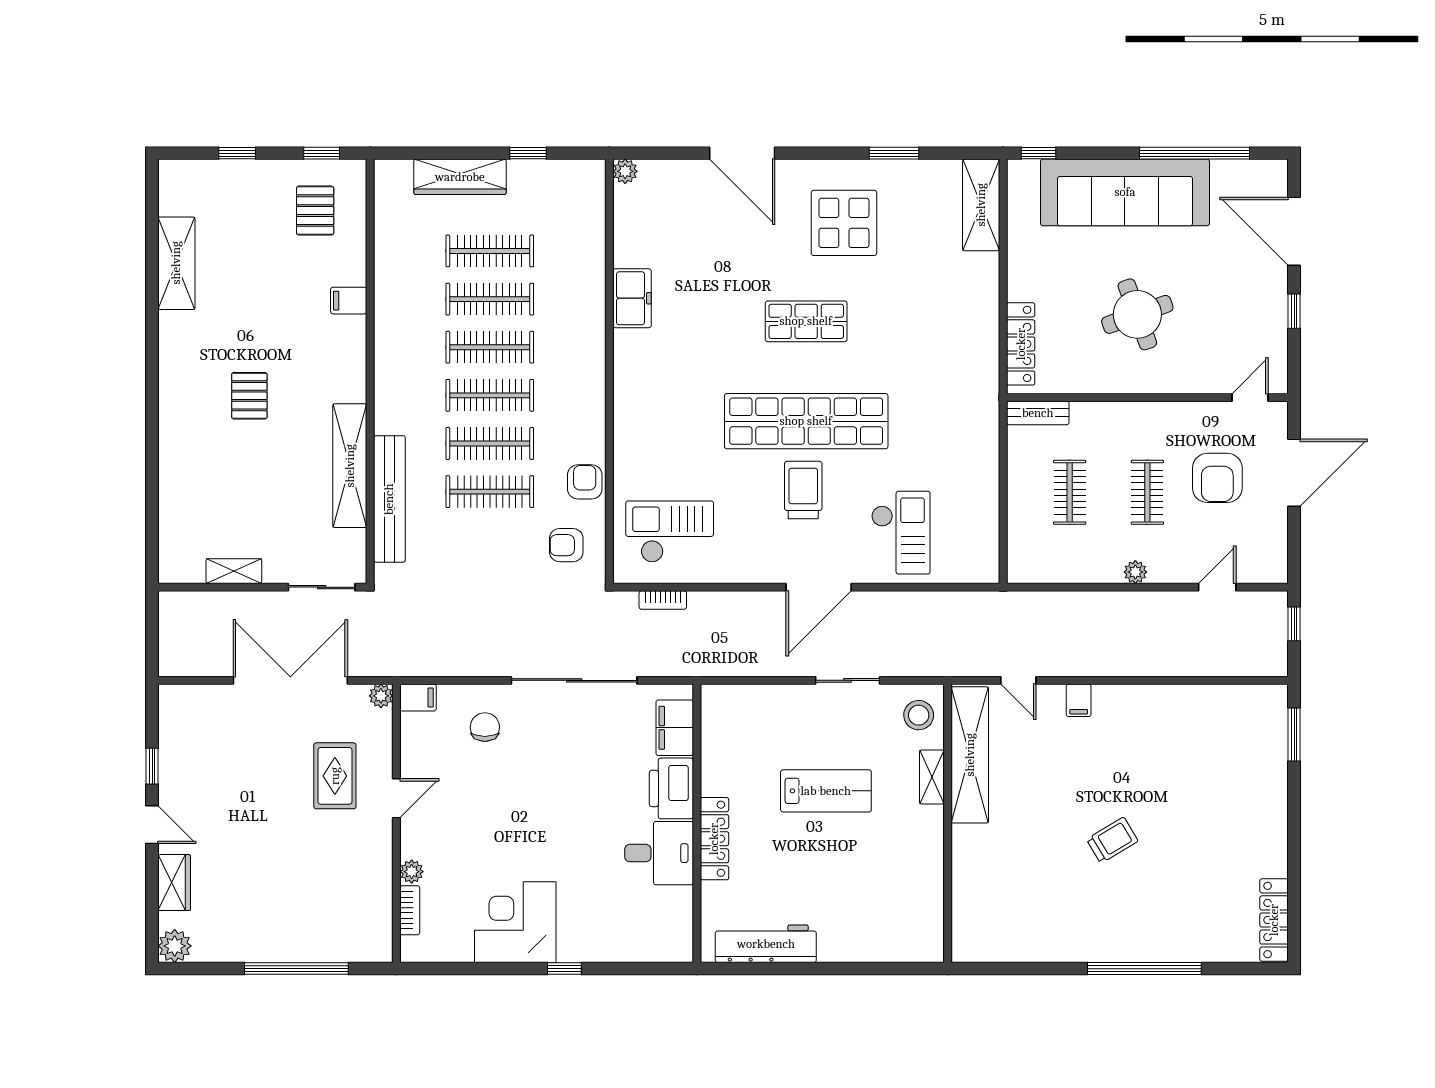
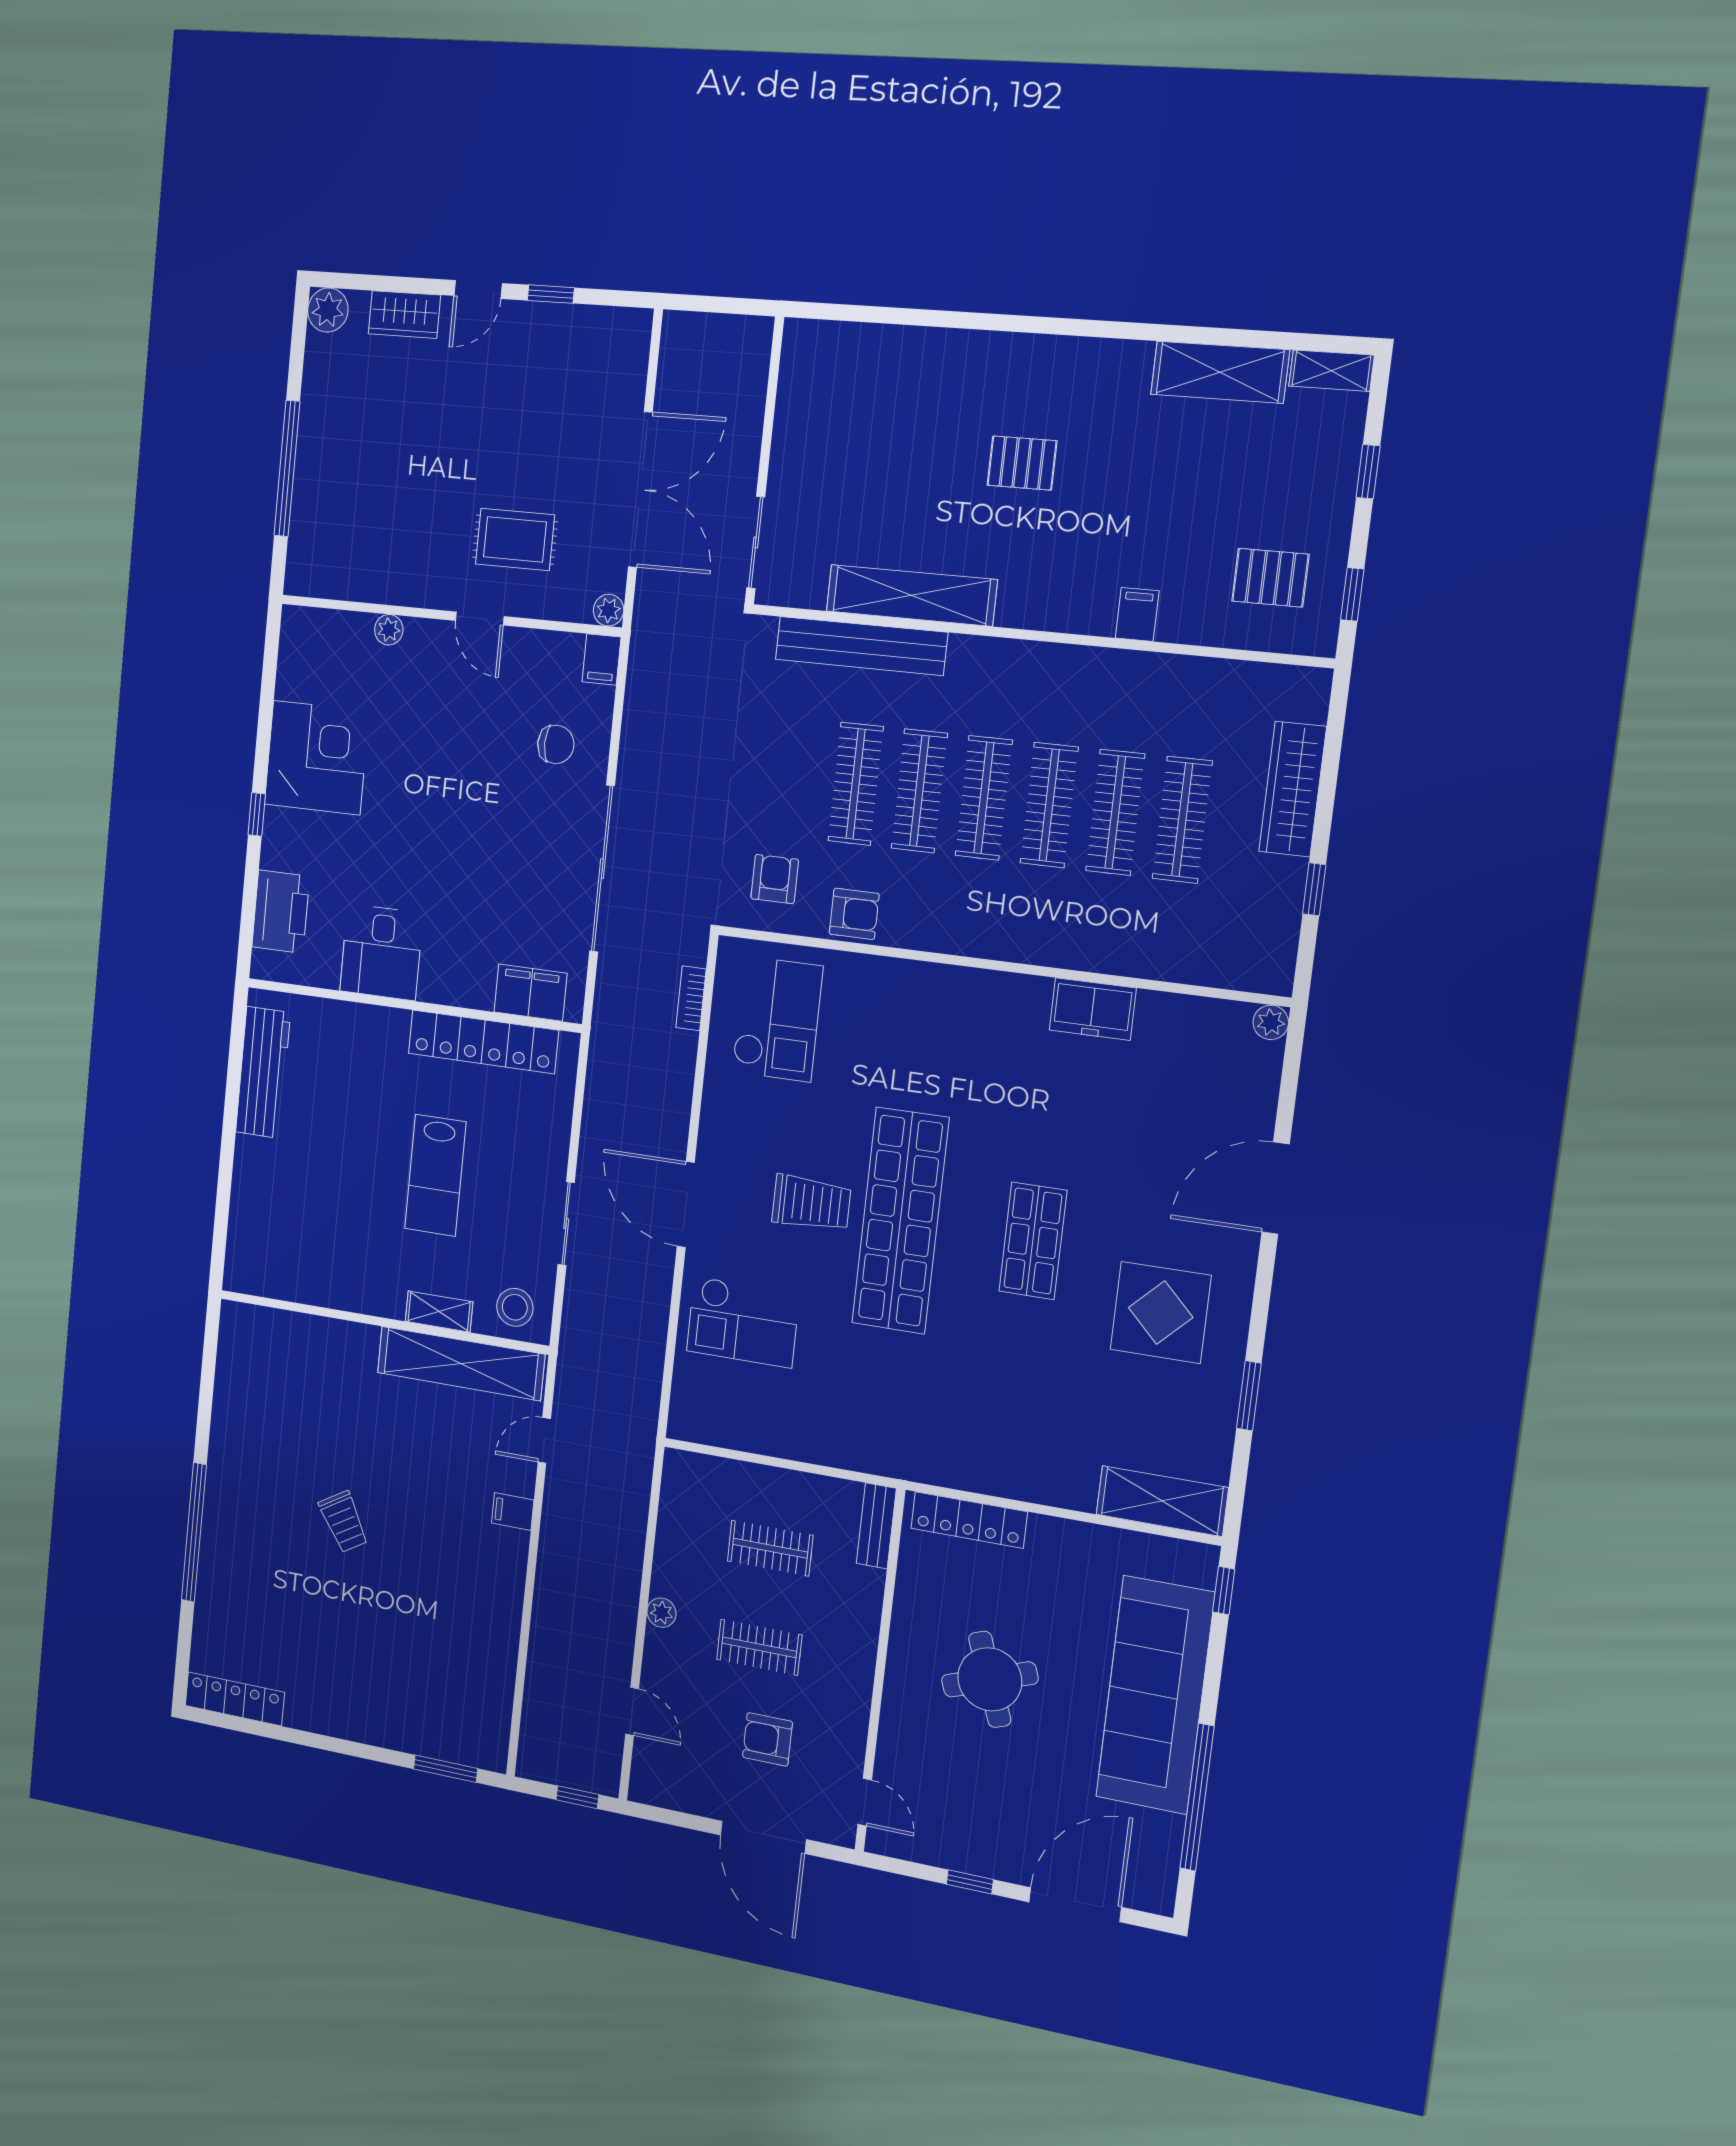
armchair: (1217, 478) -> (767, 1739), width x0.72, depth x0.72
shelving: (234, 571) -> (1331, 371), moved, turned 90
printer: (671, 788) -> (281, 912), moved, turned 90
locker: (714, 839) -> (483, 1042), moved, width x1.41, depth x1.21
bookcase: (410, 910) -> (343, 623), removed

